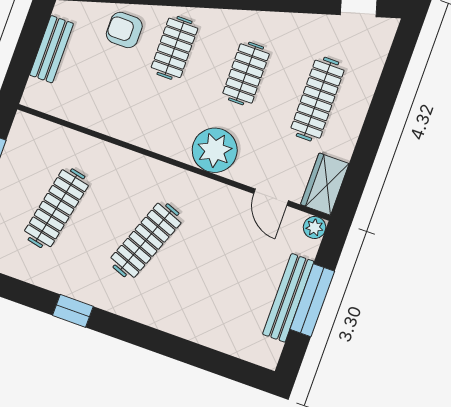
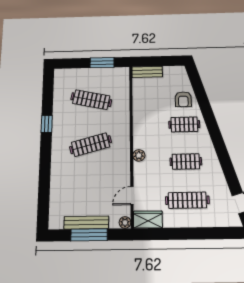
armchair: (124, 30) -> (183, 99), turned 180
bench: (52, 49) -> (147, 72), moved
plant: (215, 150) -> (139, 155), width x0.53, depth x0.53
clothes rail: (146, 240) -> (91, 145), turned -36

